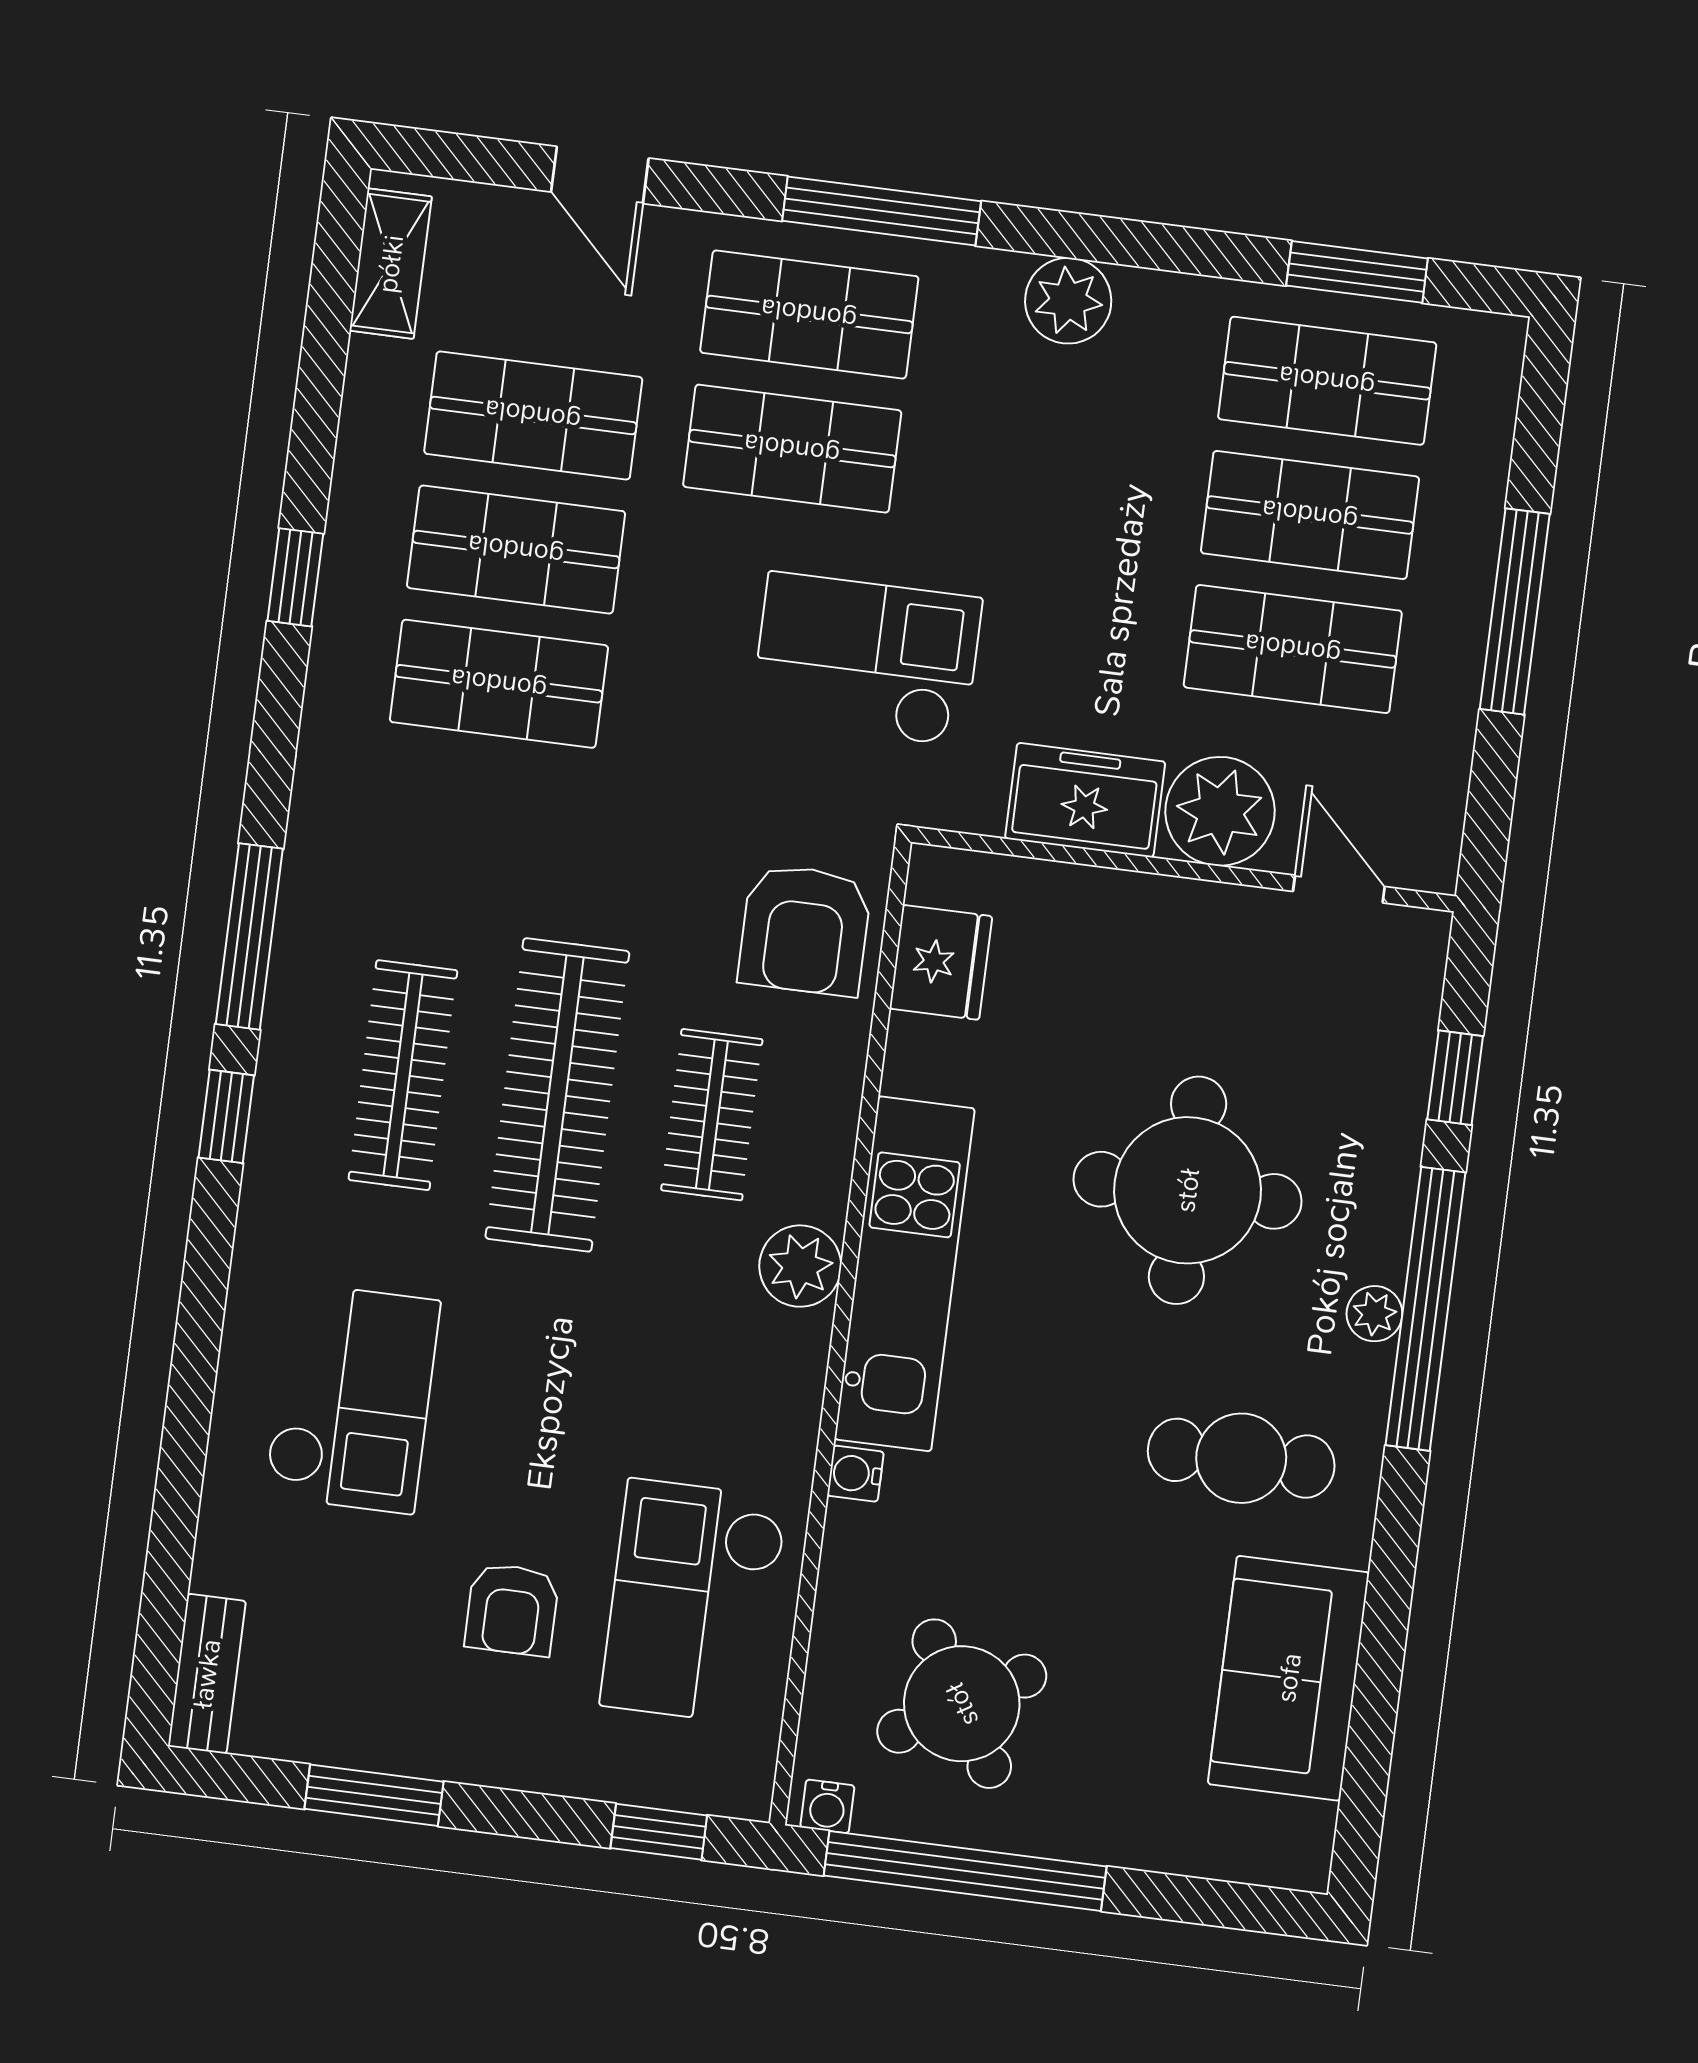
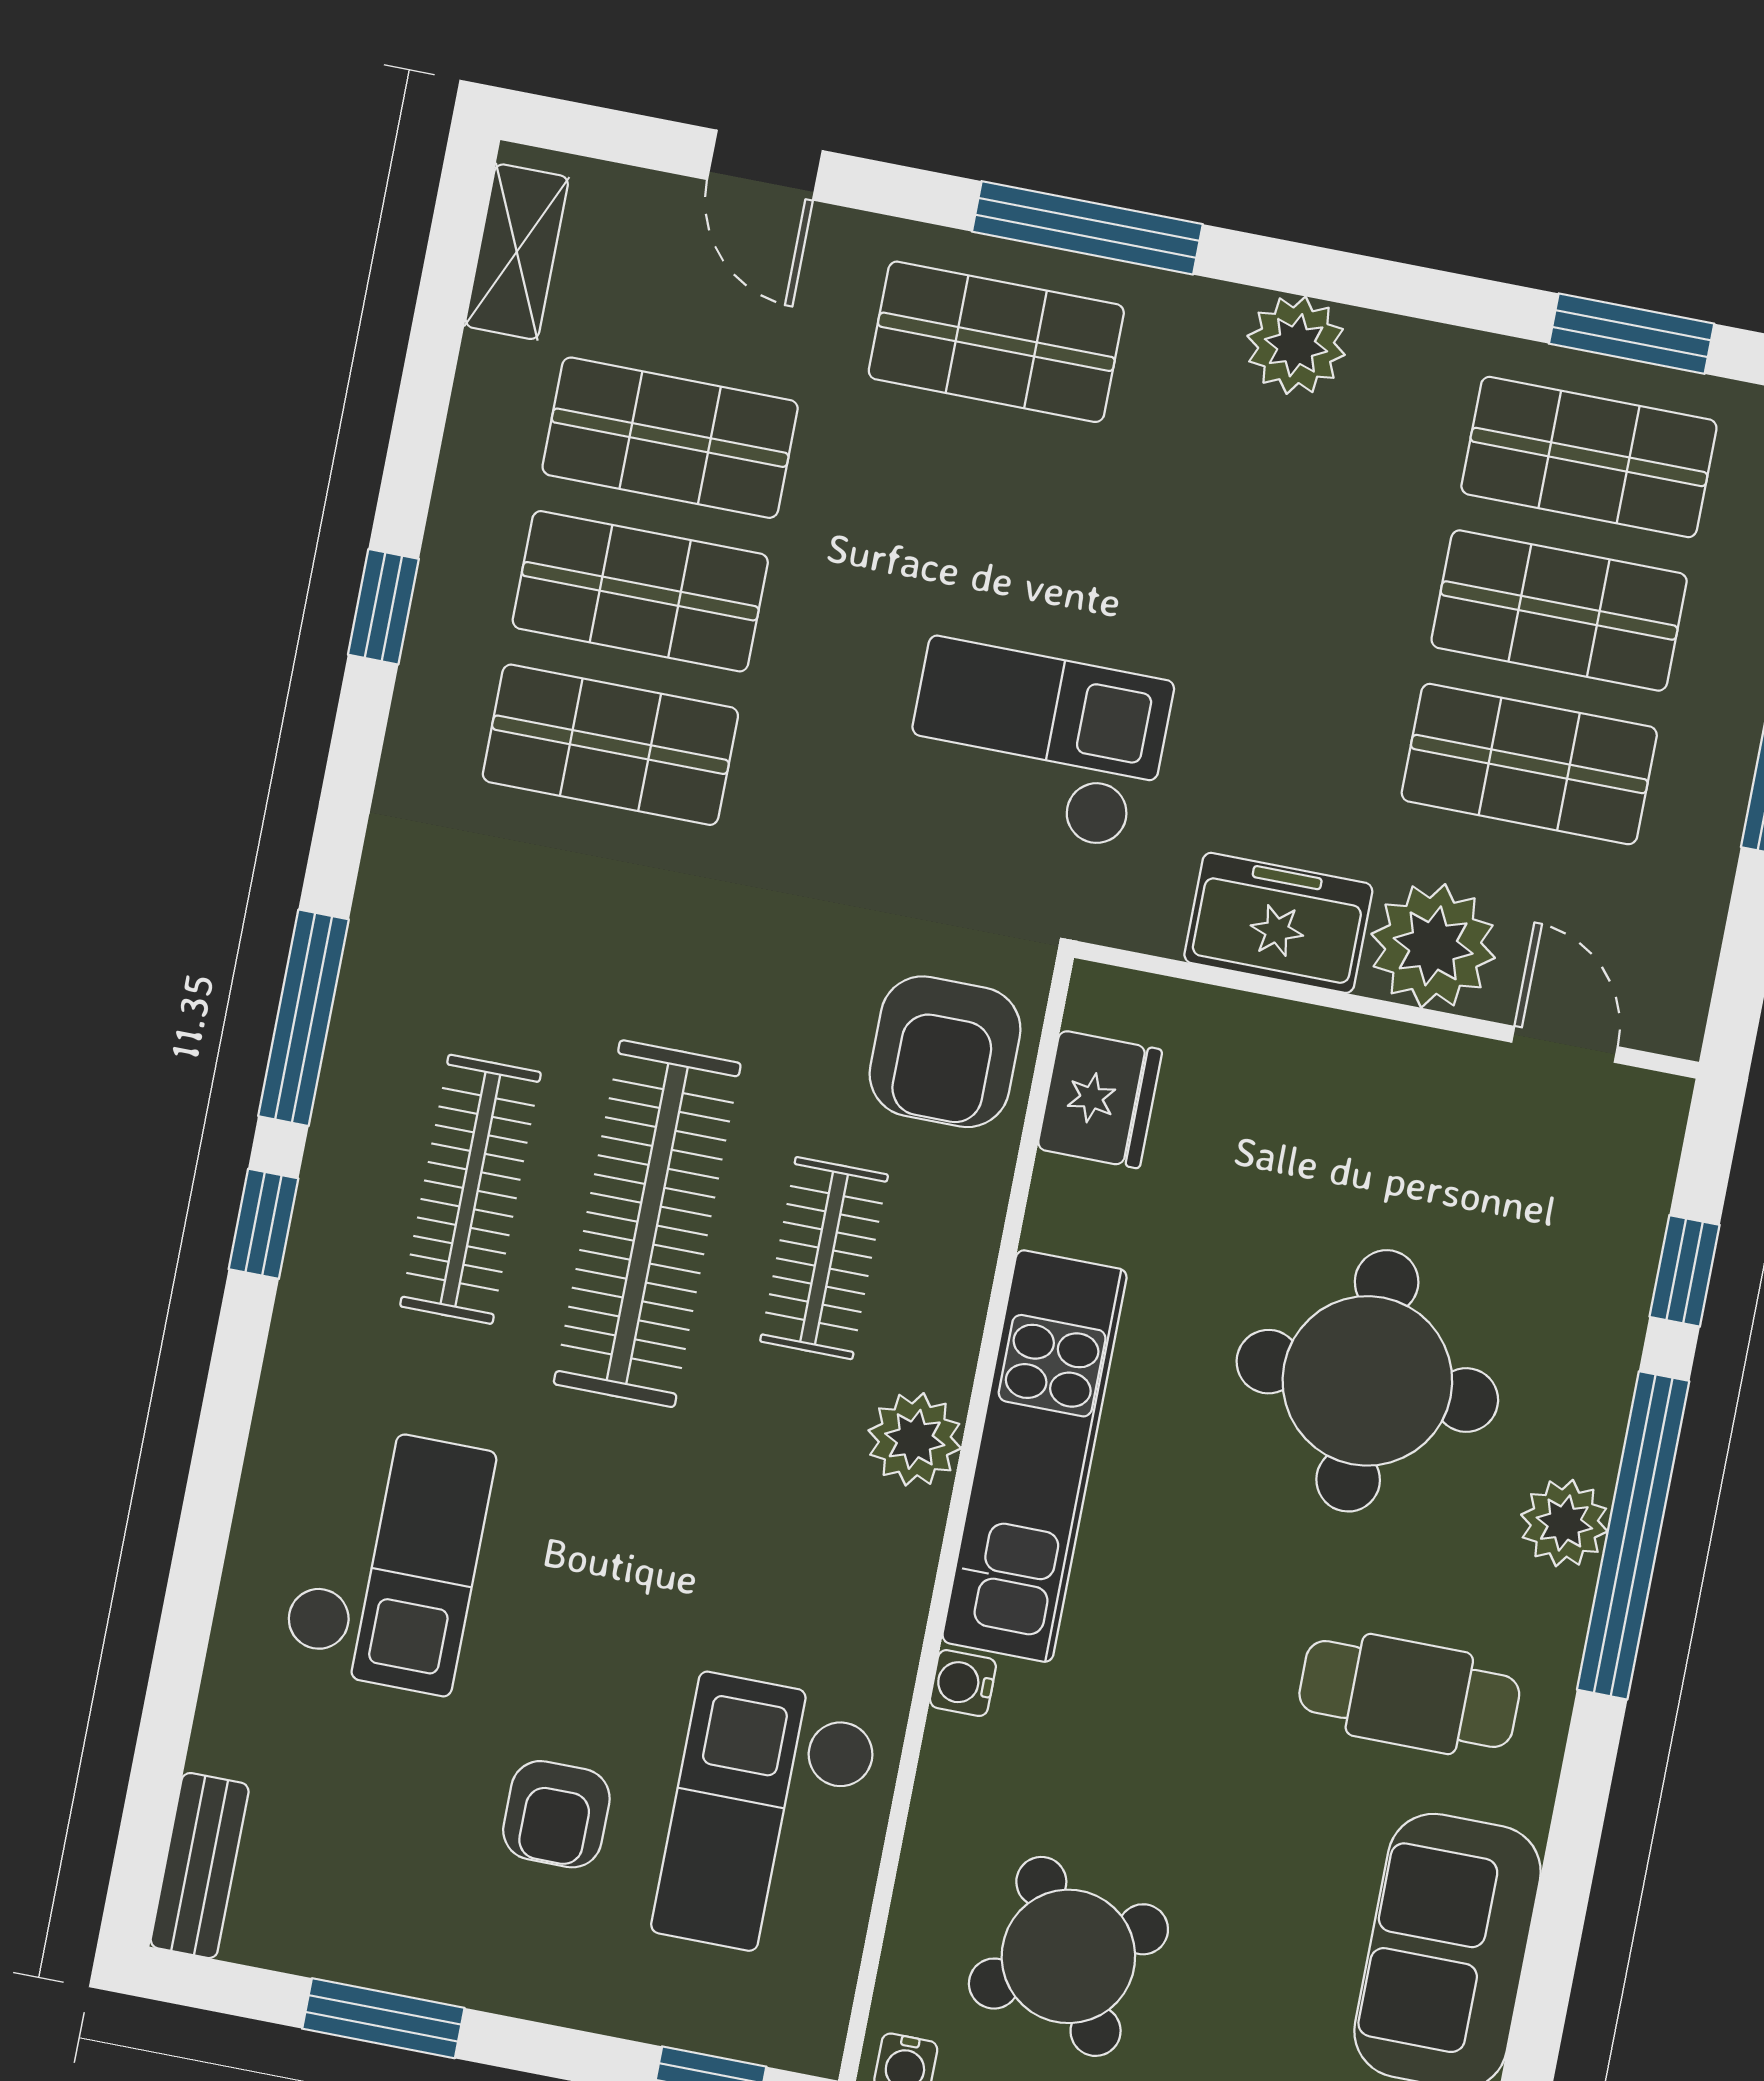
shop shelf: (792, 449) -> (966, 495), removed
plant: (1374, 1314) -> (1564, 1523), width x1.38, depth x1.38

